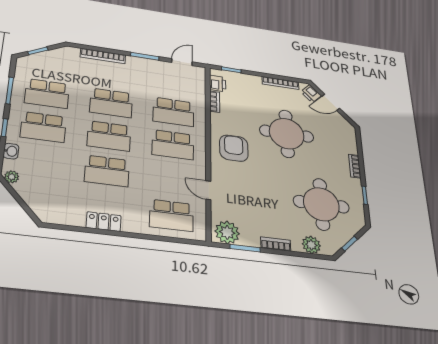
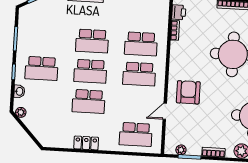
school desk: (47, 94) -> (43, 38), removed
armchair: (234, 148) -> (188, 92), moved
door: (208, 190) -> (165, 111), hinge flipped
plant: (227, 232) -> (181, 150), width x0.53, depth x0.53

